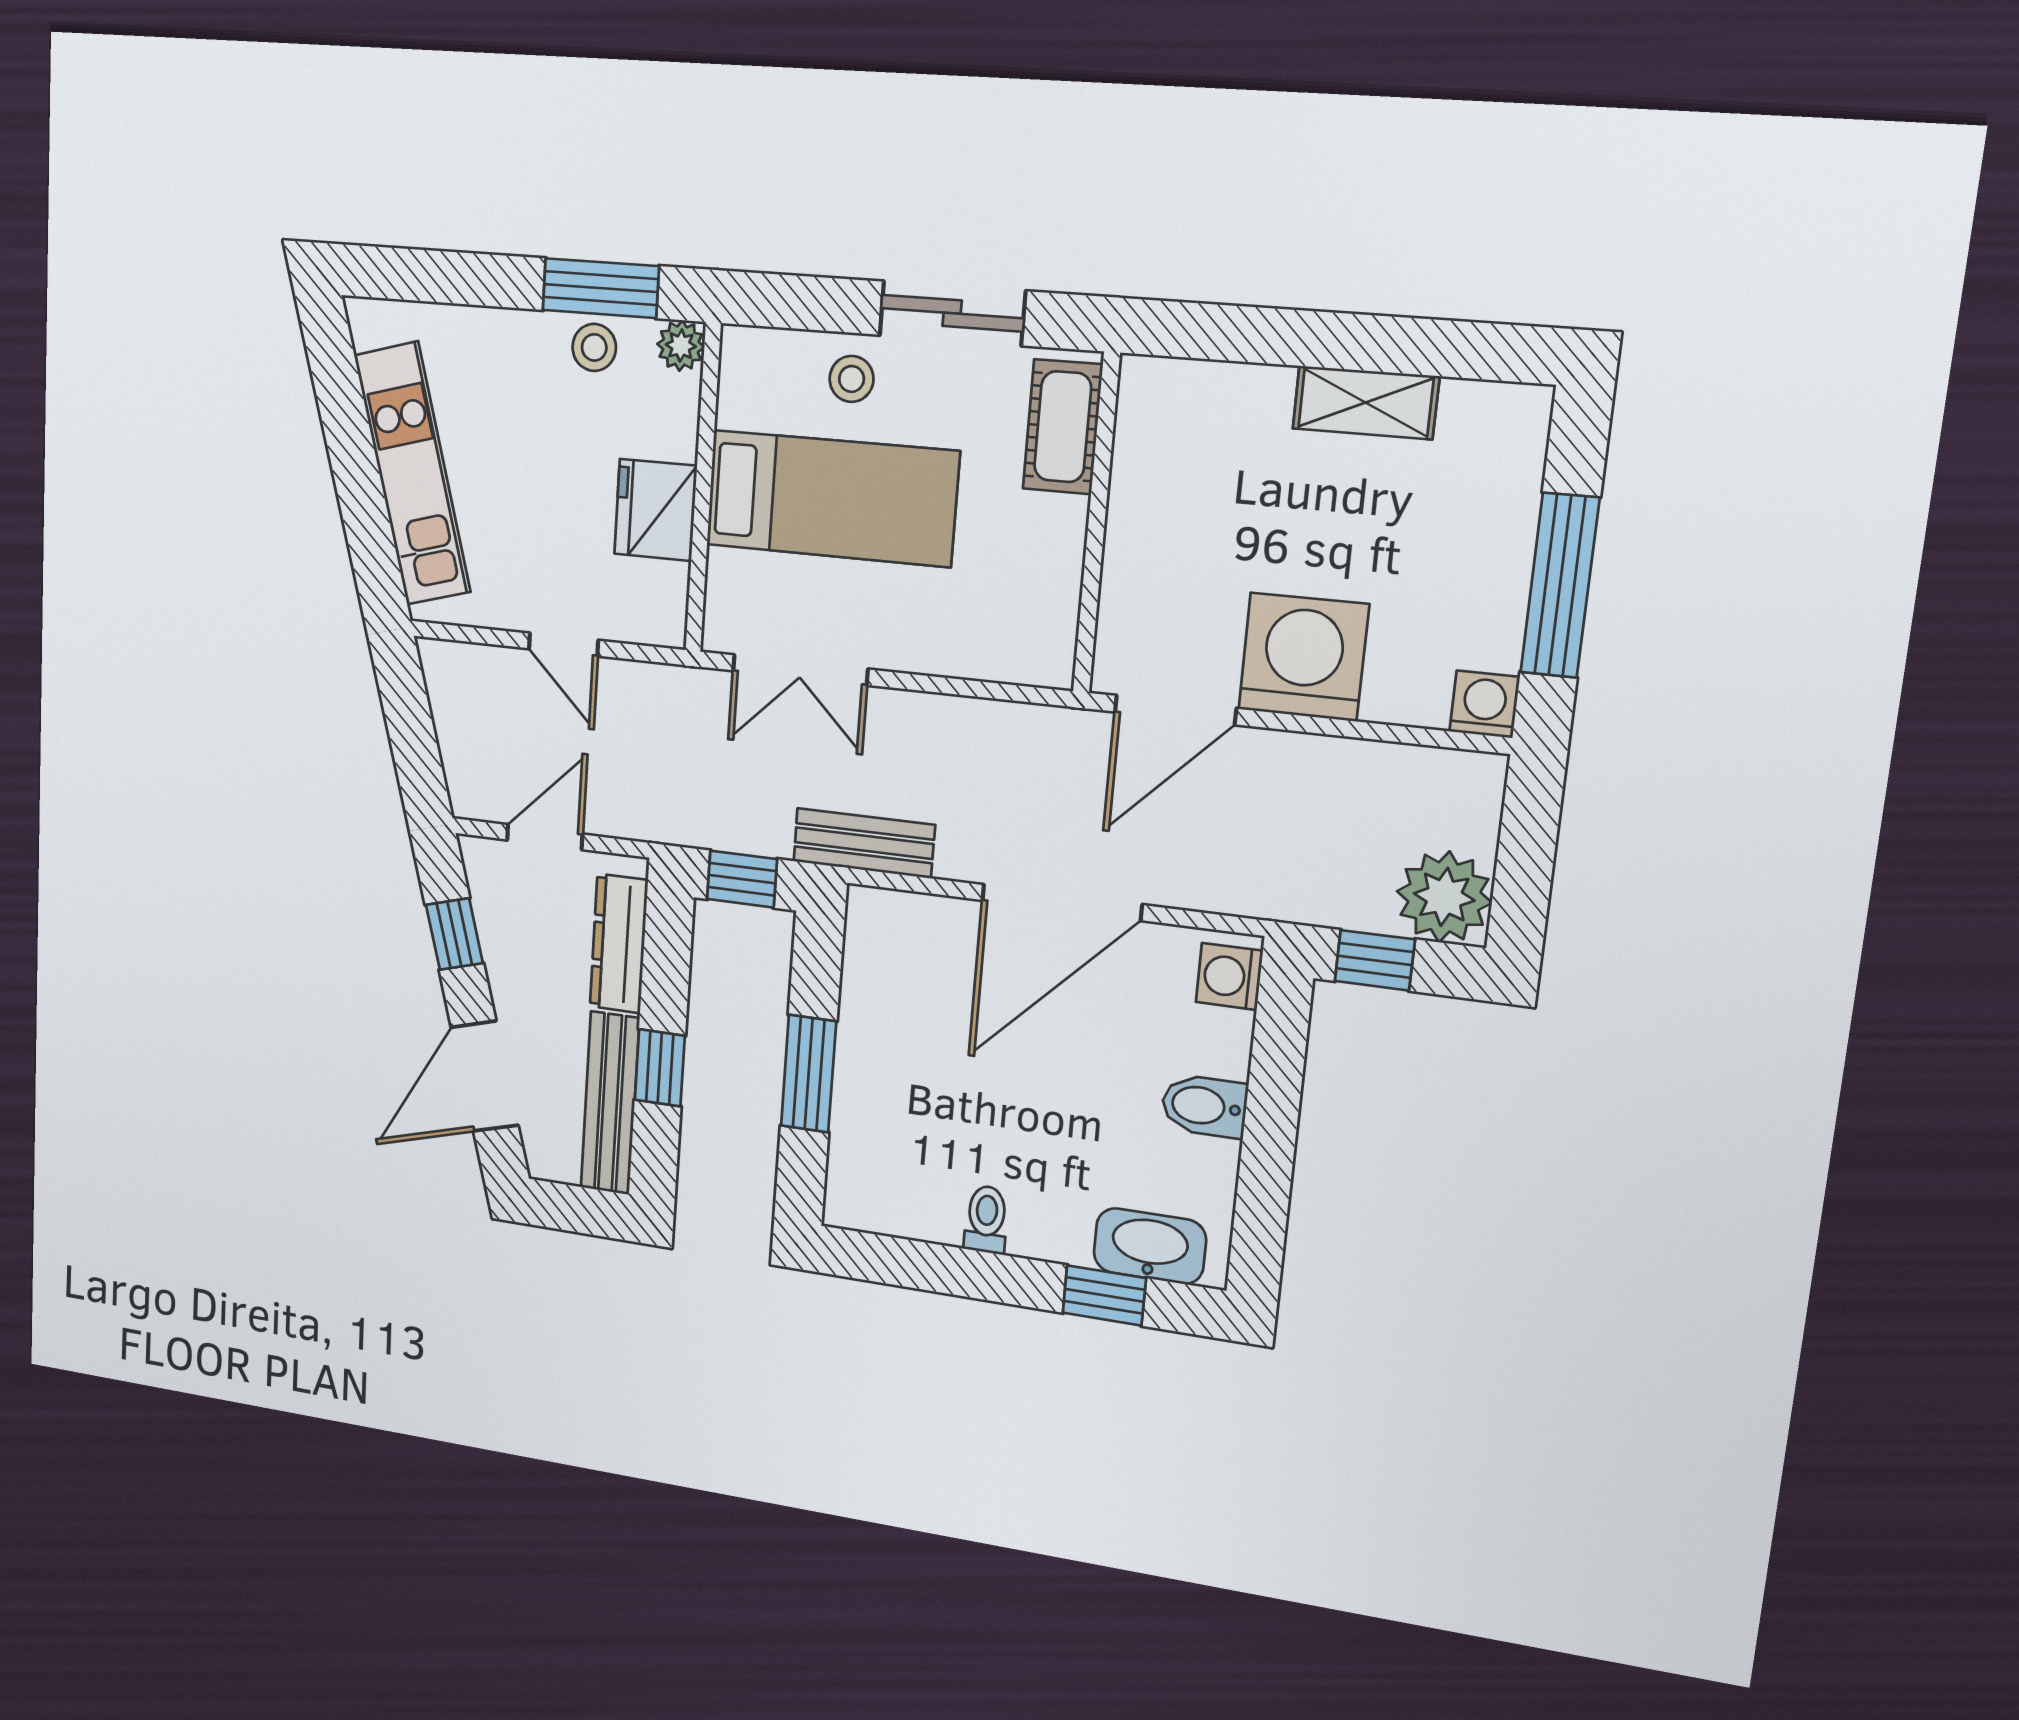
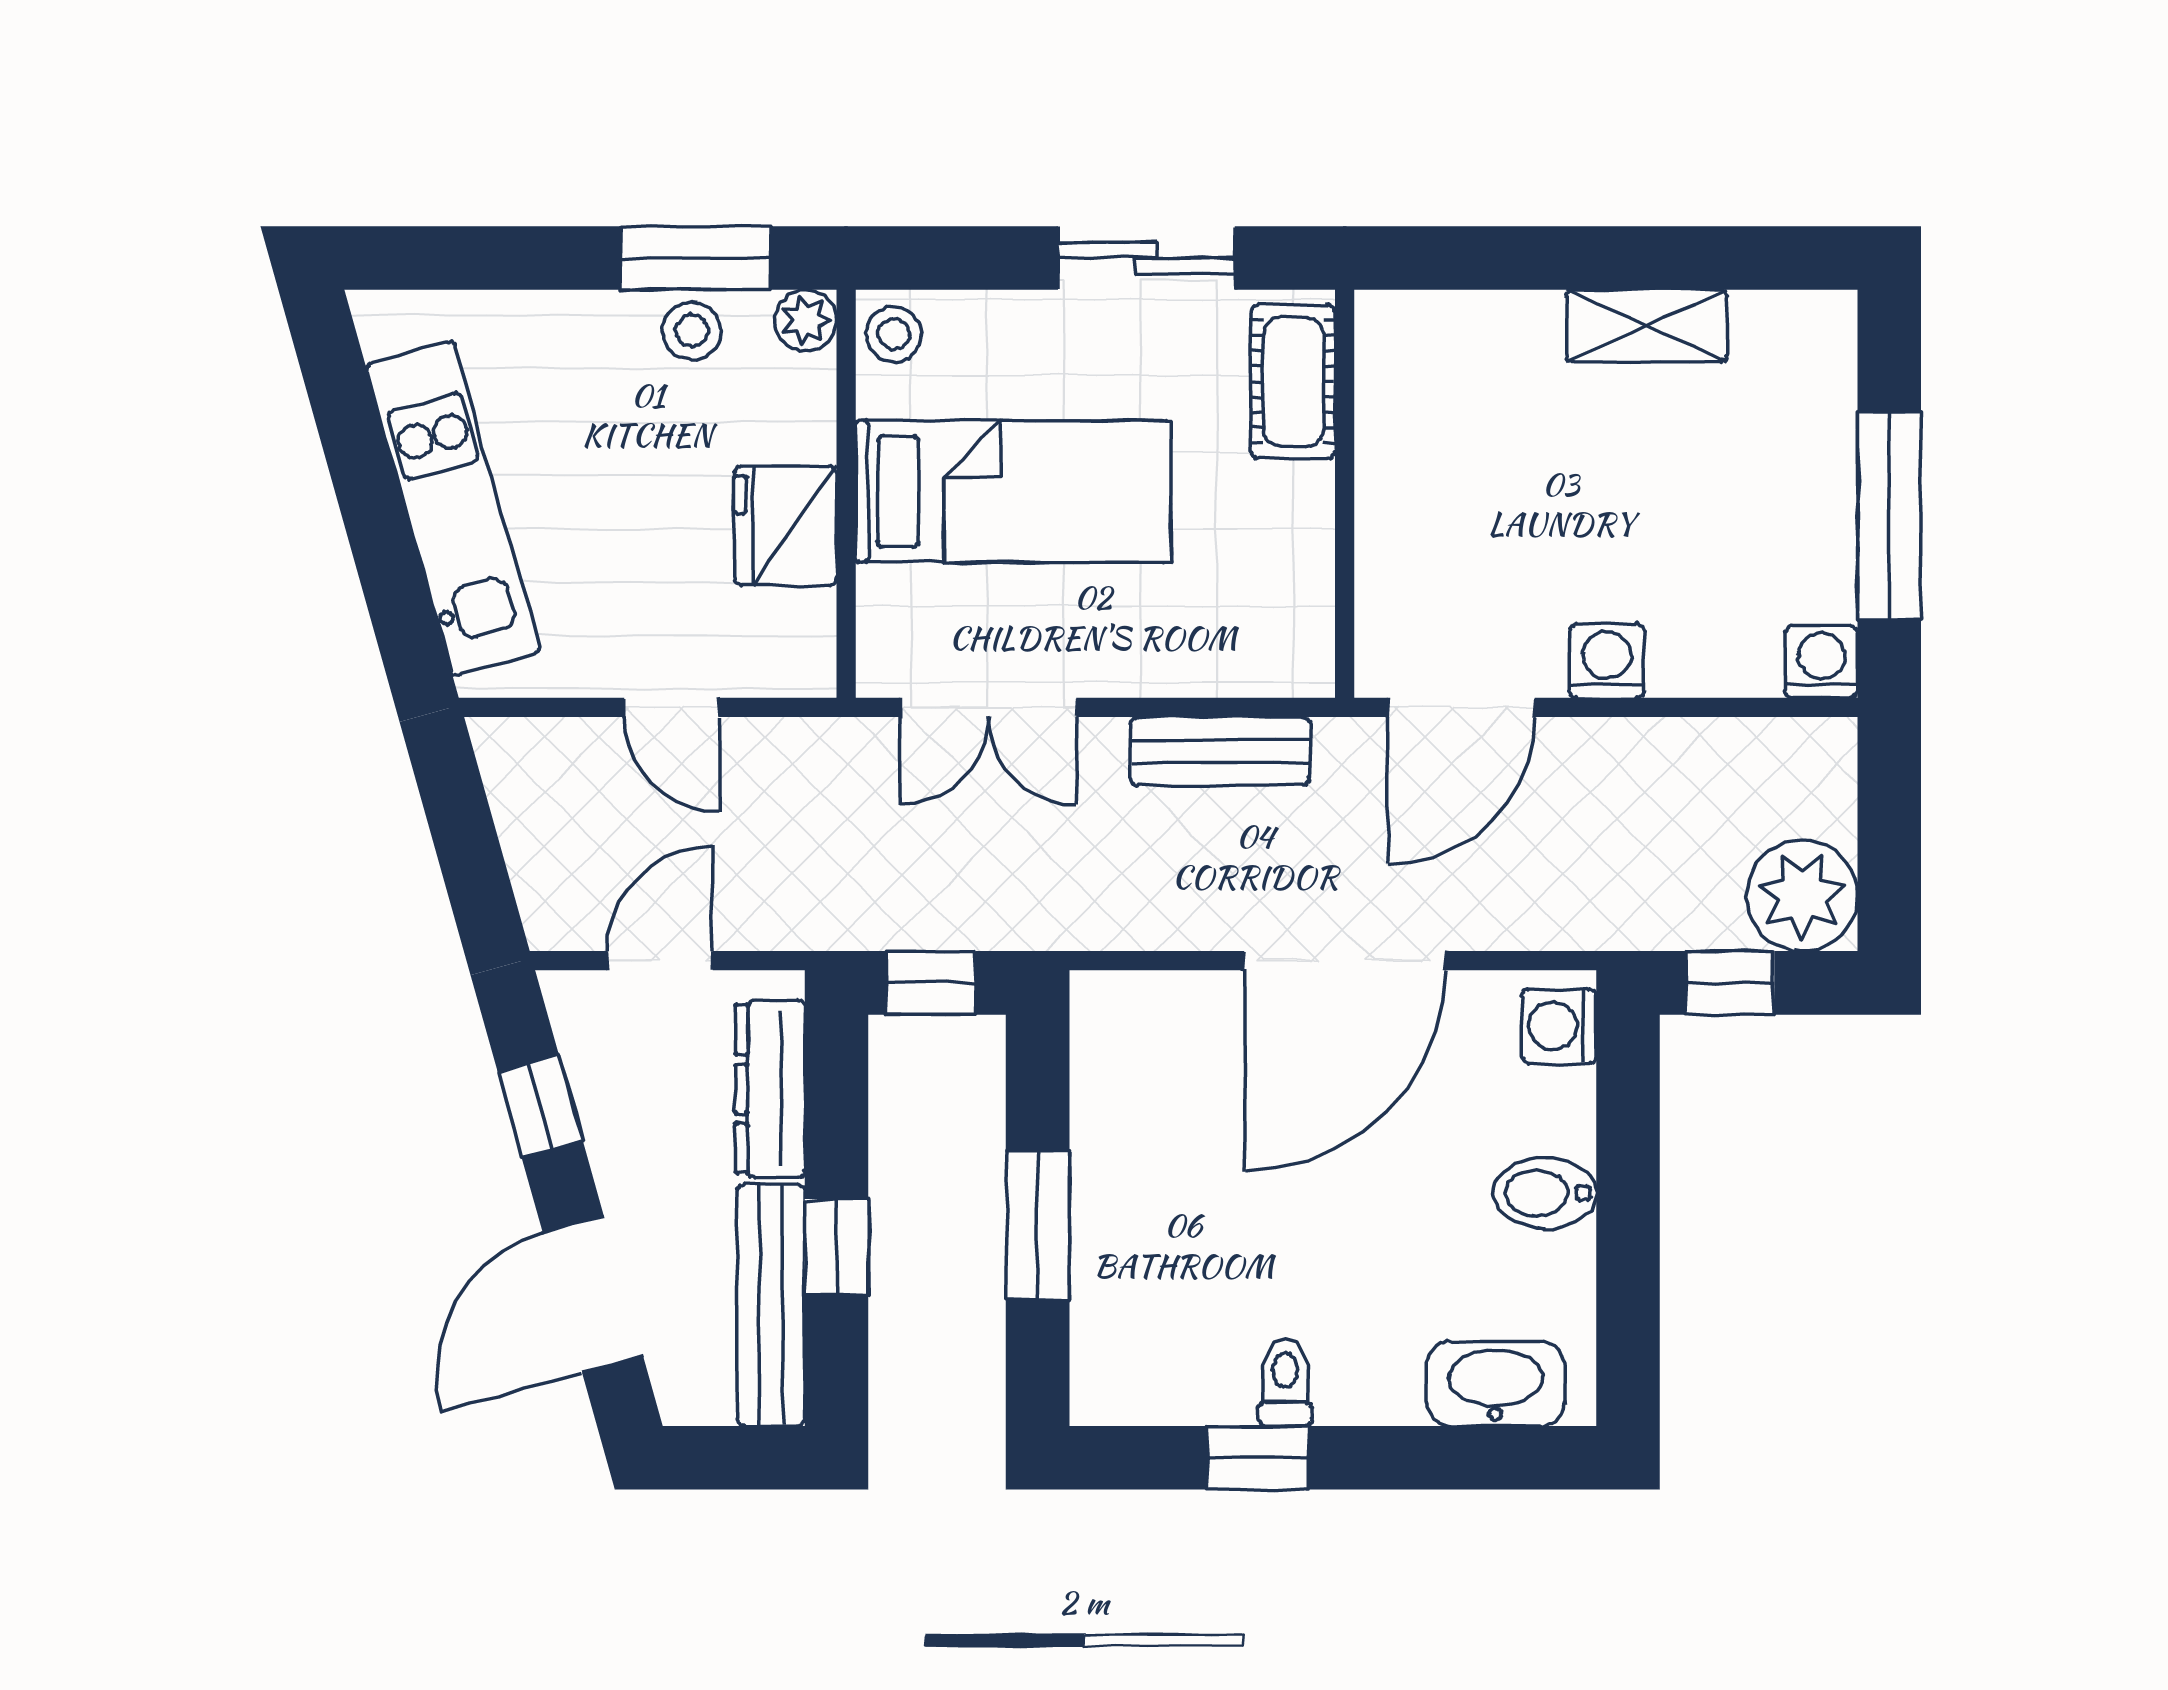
stool: (852, 379) -> (894, 334), moved
washing machine: (1303, 657) -> (1607, 661), width x0.53, depth x0.53
bench: (864, 843) -> (1220, 751), moved
window: (1104, 1295) -> (1258, 1458), moved

